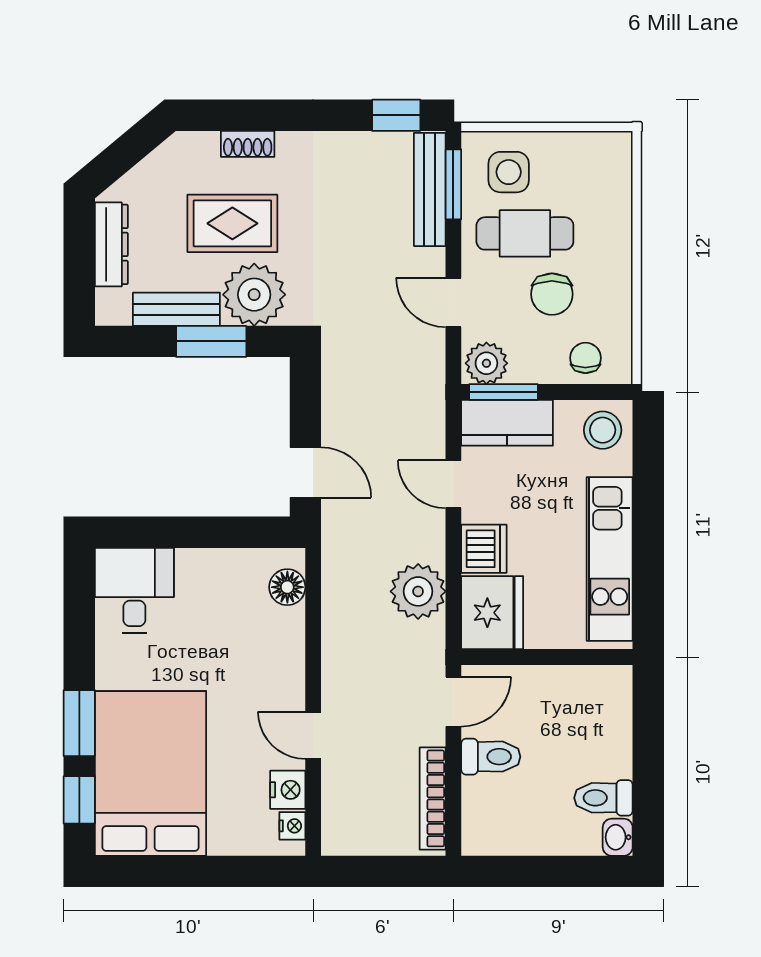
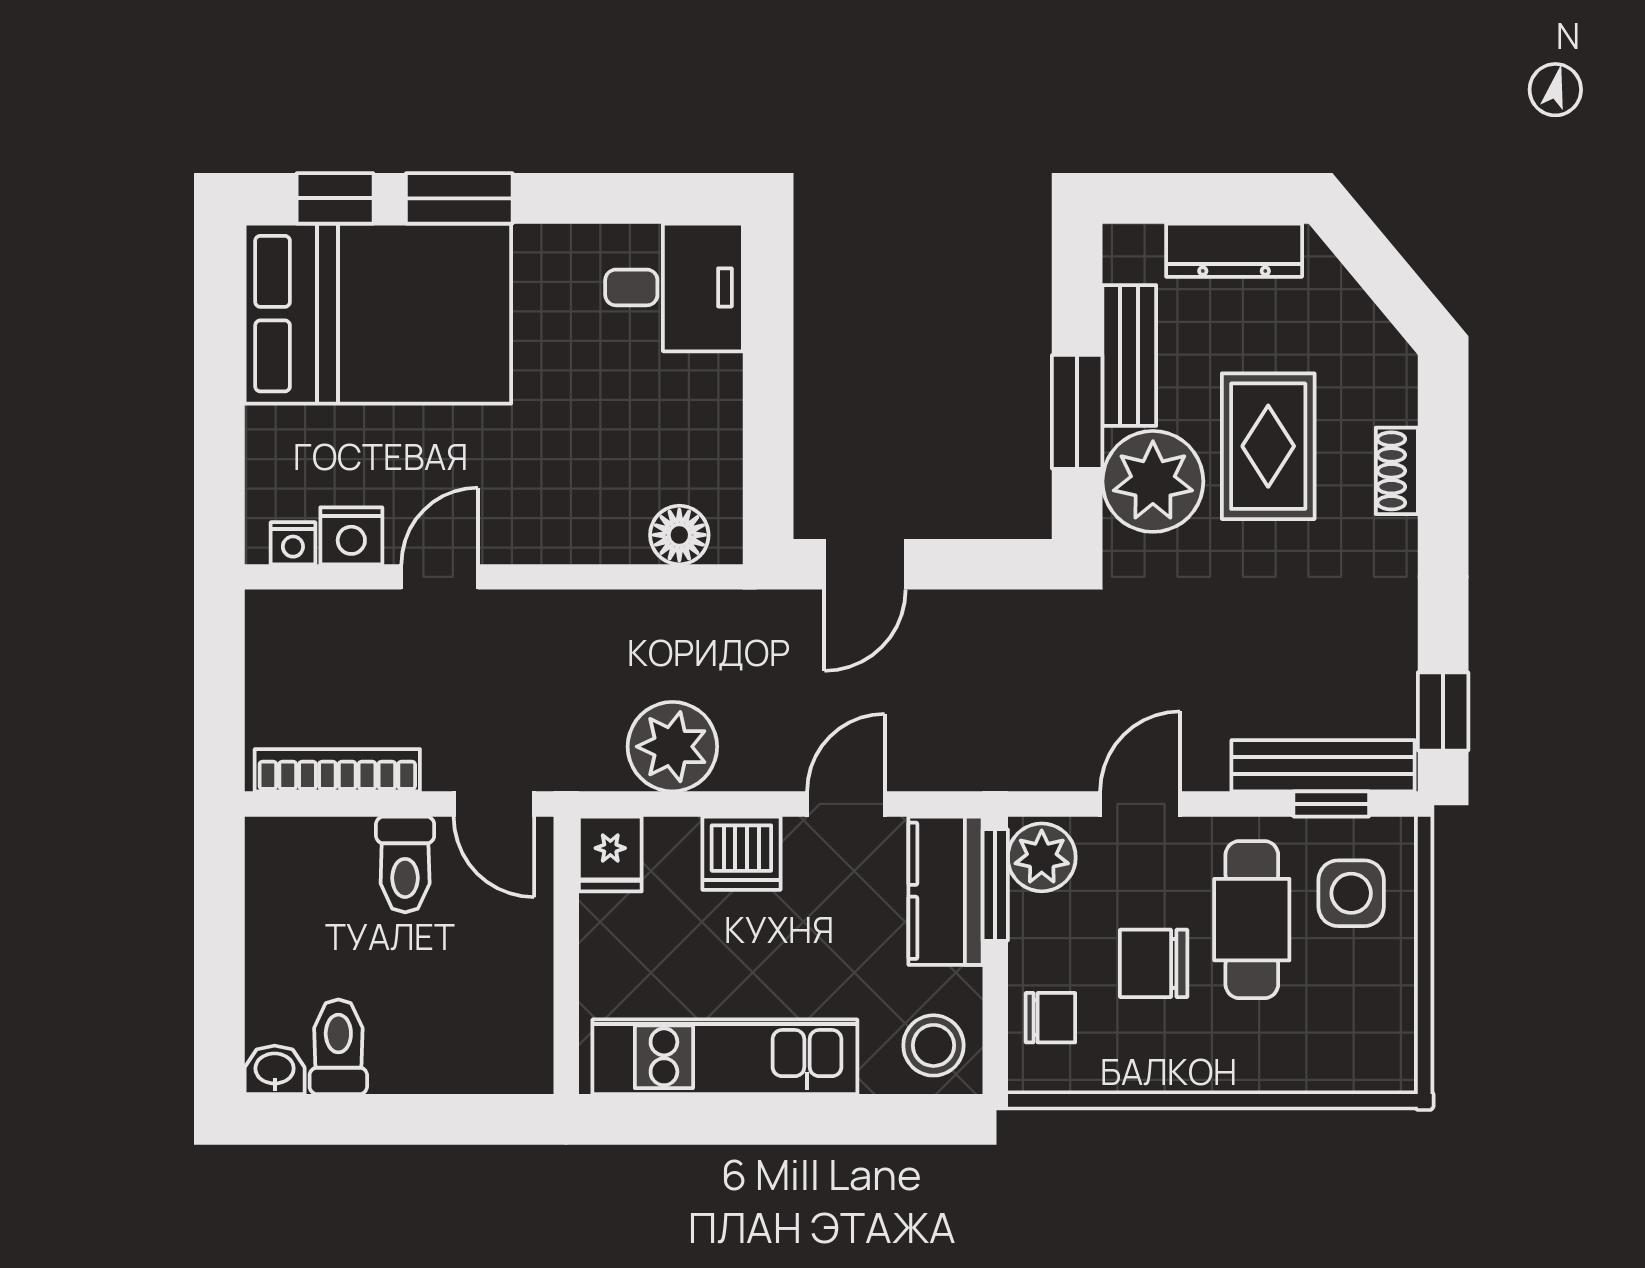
window: (453, 184) -> (1331, 804), width x0.67
fridge: (492, 613) -> (610, 854), width x0.53, depth x0.75

